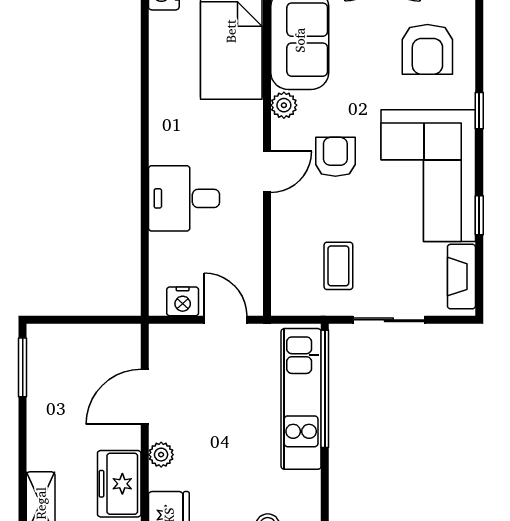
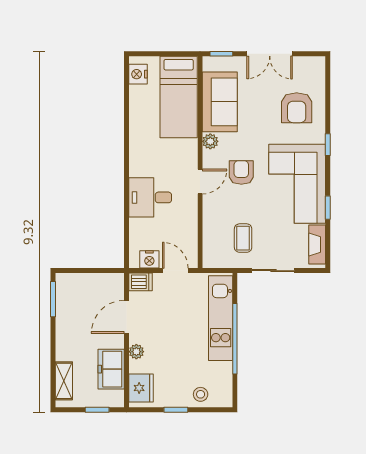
dishwasher: (168, 339) -> (141, 282), added
window: (325, 389) -> (235, 339), moved

